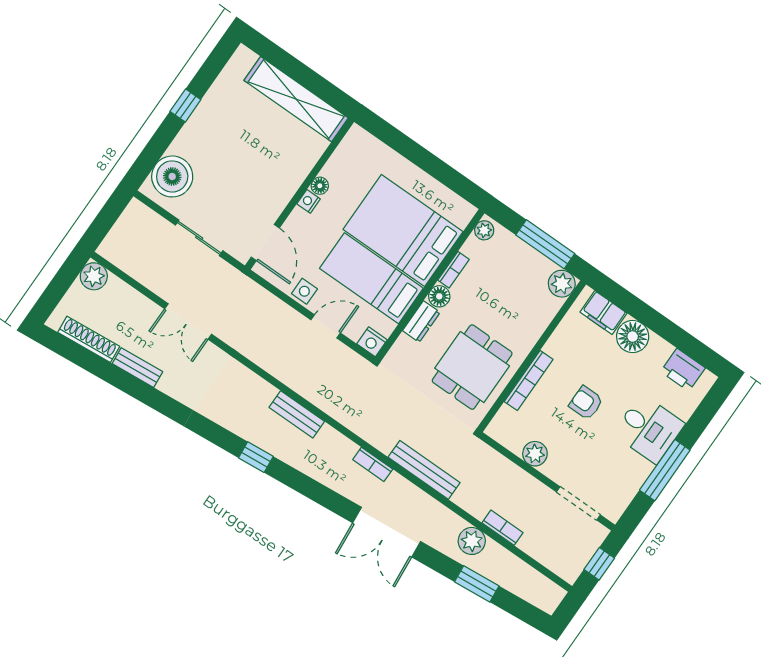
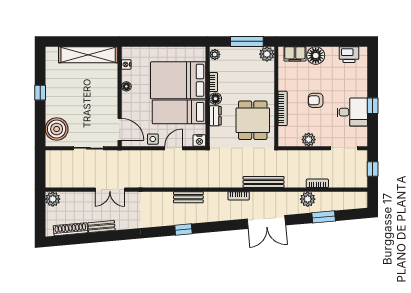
nightstand: (309, 201) -> (126, 64), moved
desk: (649, 429) -> (352, 112), moved
window: (665, 470) -> (373, 106), width x0.46

